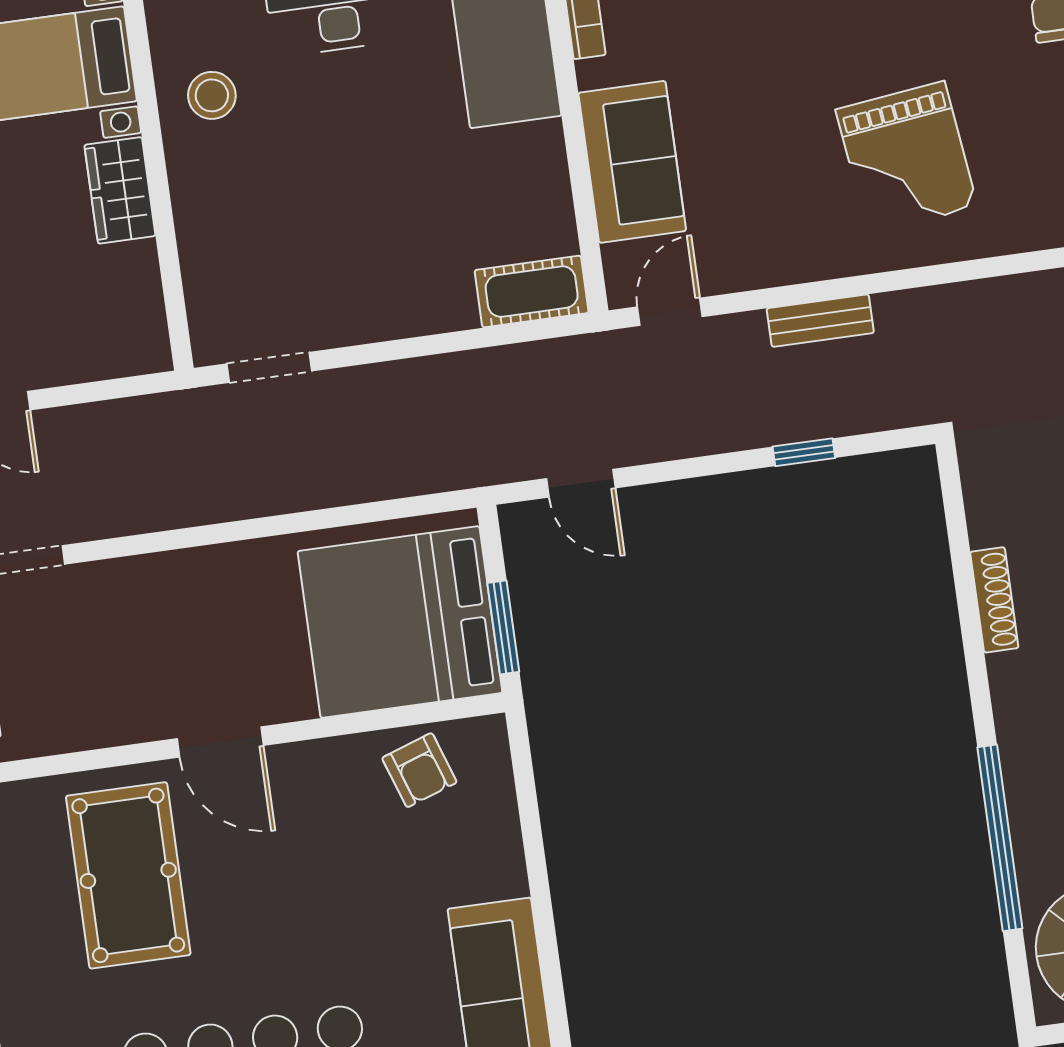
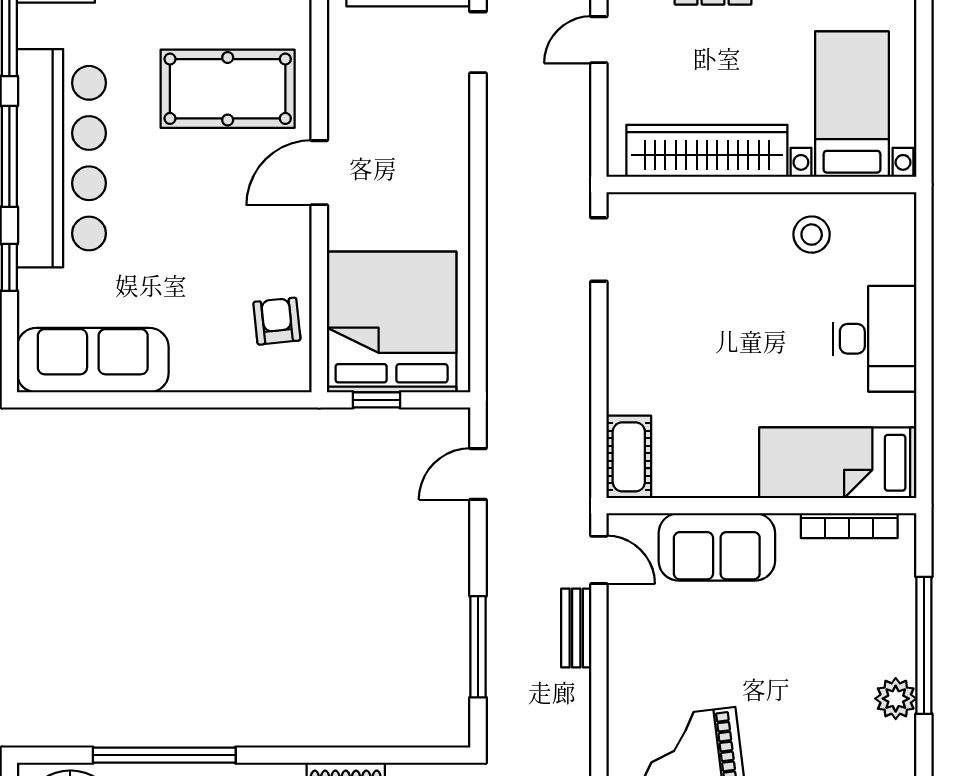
wardrobe: (120, 190) -> (707, 151), width x2.10, depth x1.17
bench: (820, 321) -> (576, 628), moved
window: (804, 452) -> (478, 647), width x2.17
window: (503, 627) -> (377, 400), width x0.67
armchair: (419, 770) -> (277, 321), turned 103

